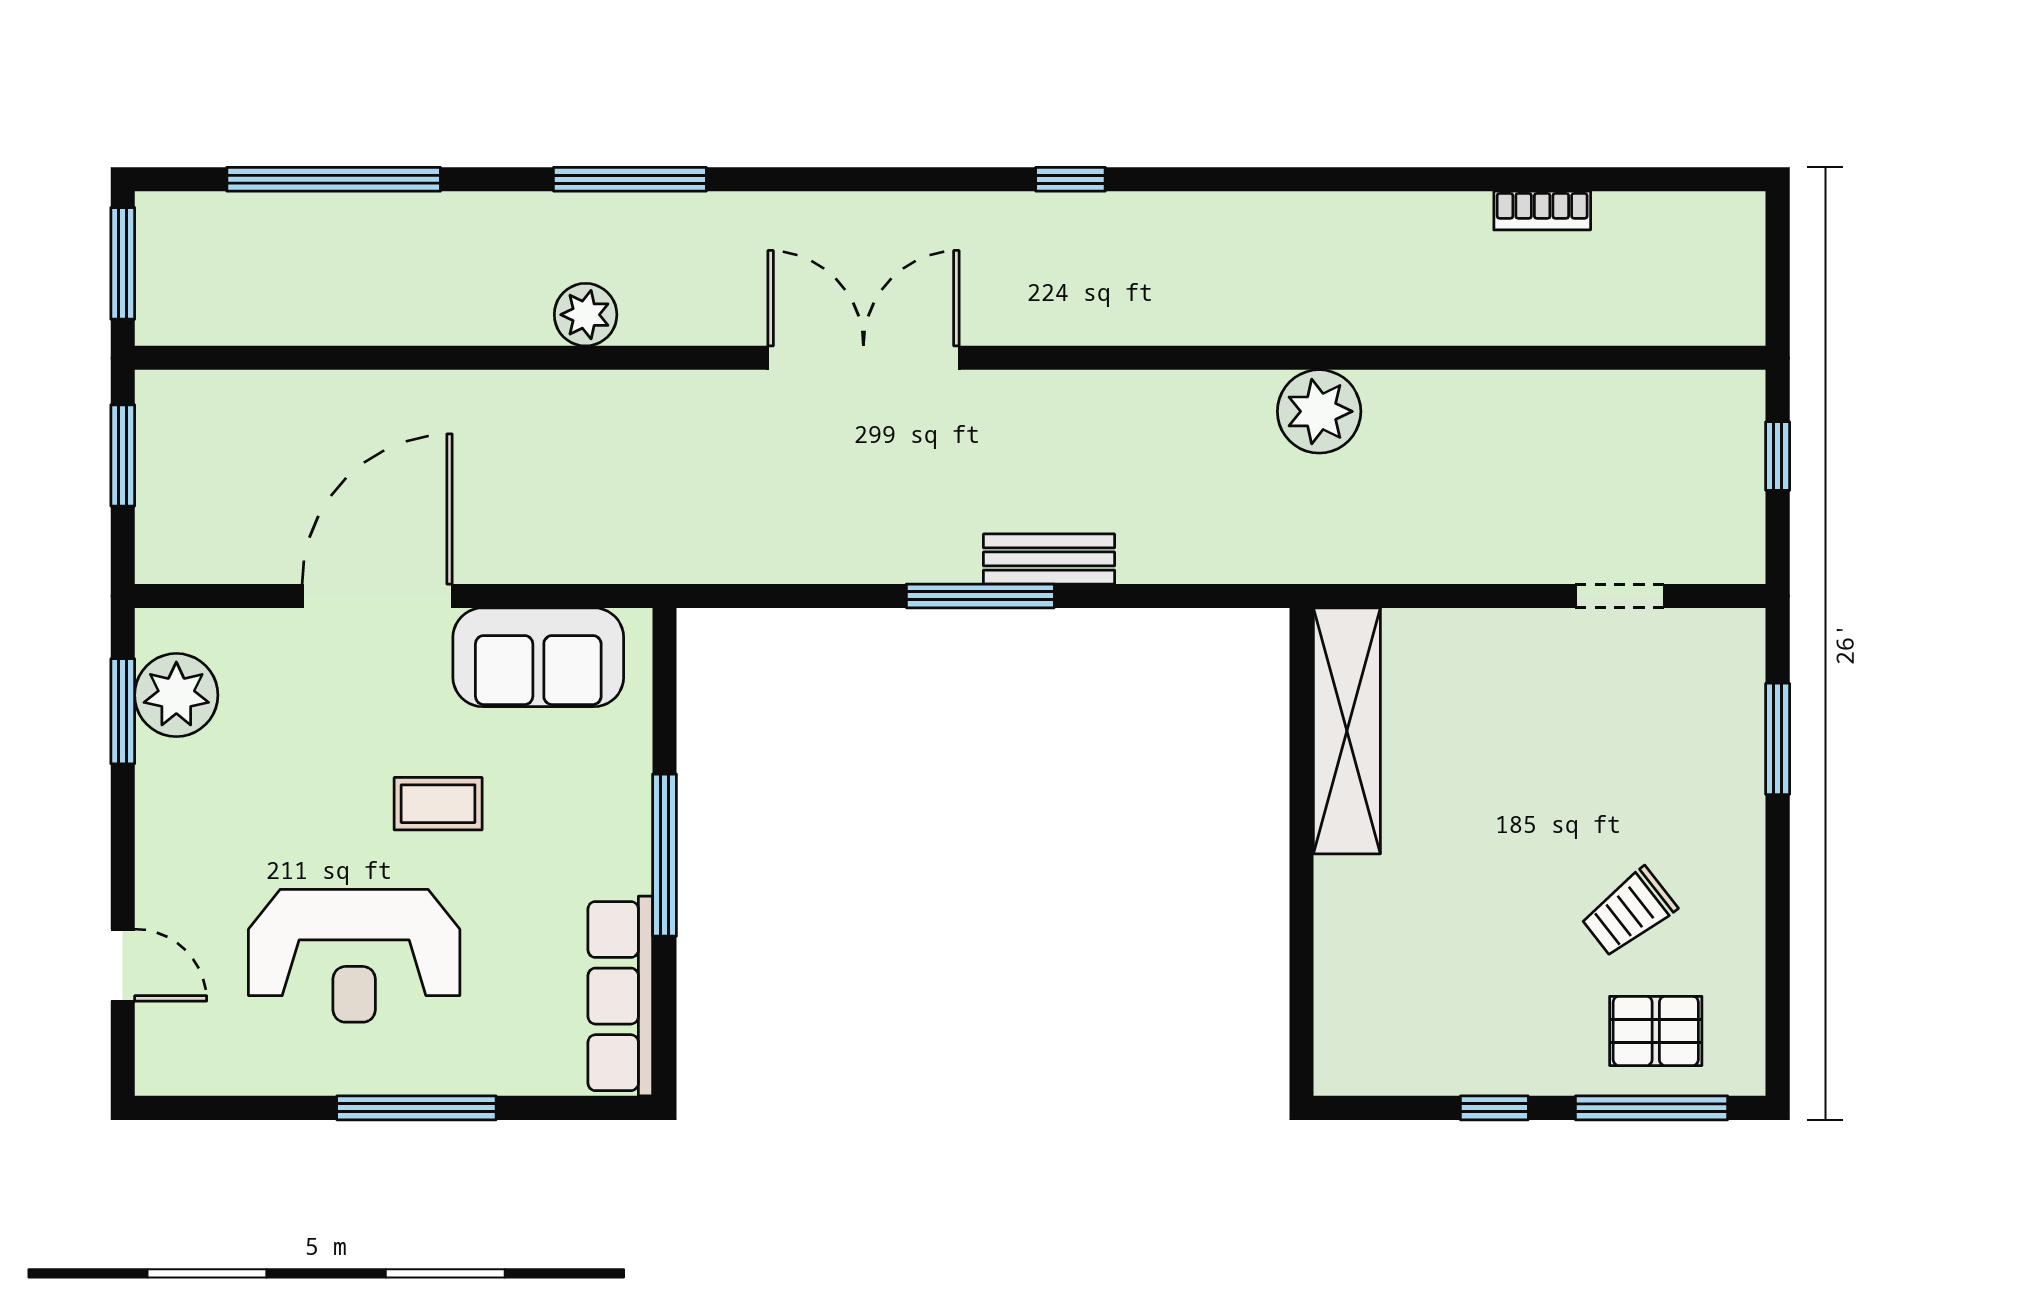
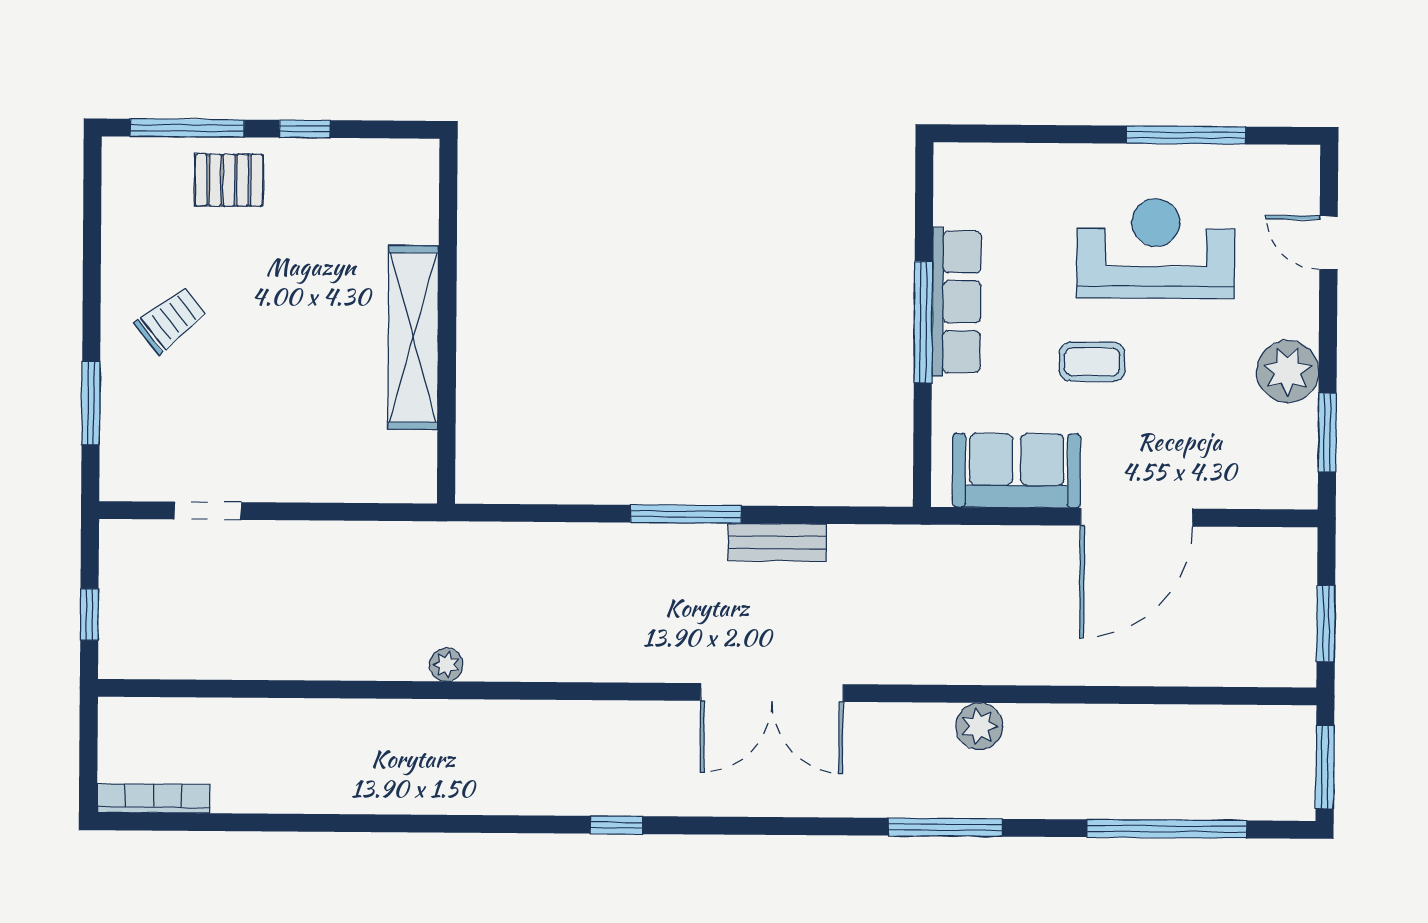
bookcase: (1542, 211) -> (154, 798), moved, width x1.56
plant: (1319, 411) -> (446, 665), width x0.53, depth x0.53
bench: (1049, 559) -> (777, 542), moved
plant: (176, 695) -> (1288, 371), moved
shelving: (1347, 731) -> (413, 337), moved
trolley: (1629, 912) -> (171, 320), moved
row of seats: (620, 996) -> (956, 302), moved
pallet: (1656, 1031) -> (229, 180), moved
window: (416, 1108) -> (1186, 135), moved

